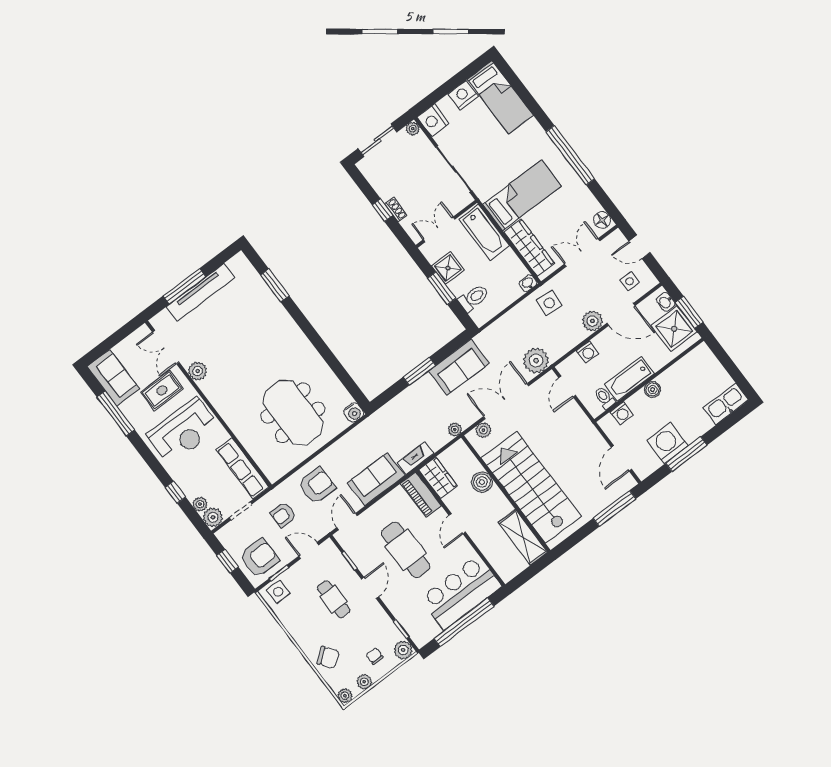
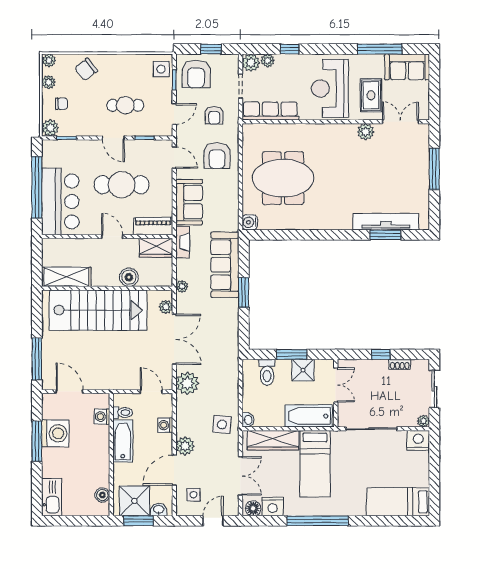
nightstand: (463, 95) -> (273, 507), moved, turned 90
shoe rack: (396, 210) -> (400, 364), moved
tv unit: (201, 292) -> (386, 222), moved, turned 90
sofa: (459, 367) -> (225, 265), moved, width x1.36
boiler: (653, 390) -> (102, 495), moved
armchair: (283, 515) -> (214, 115), turned 180

